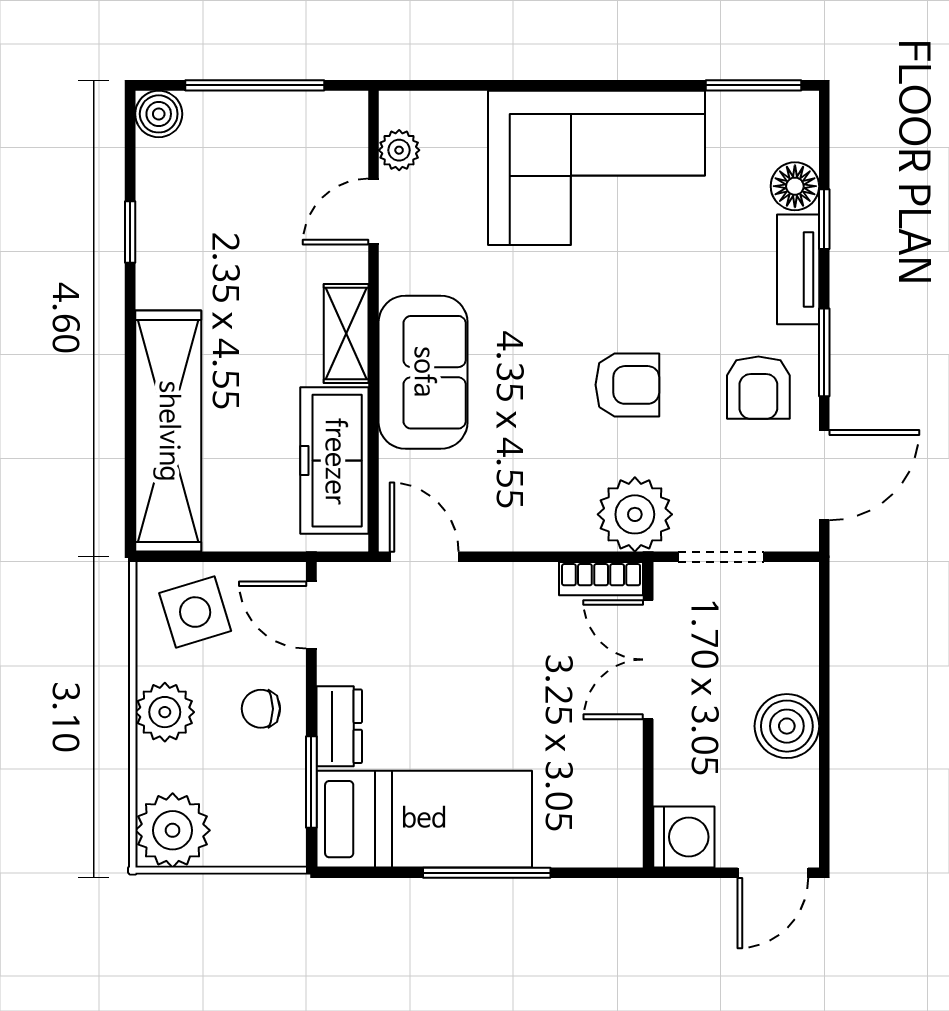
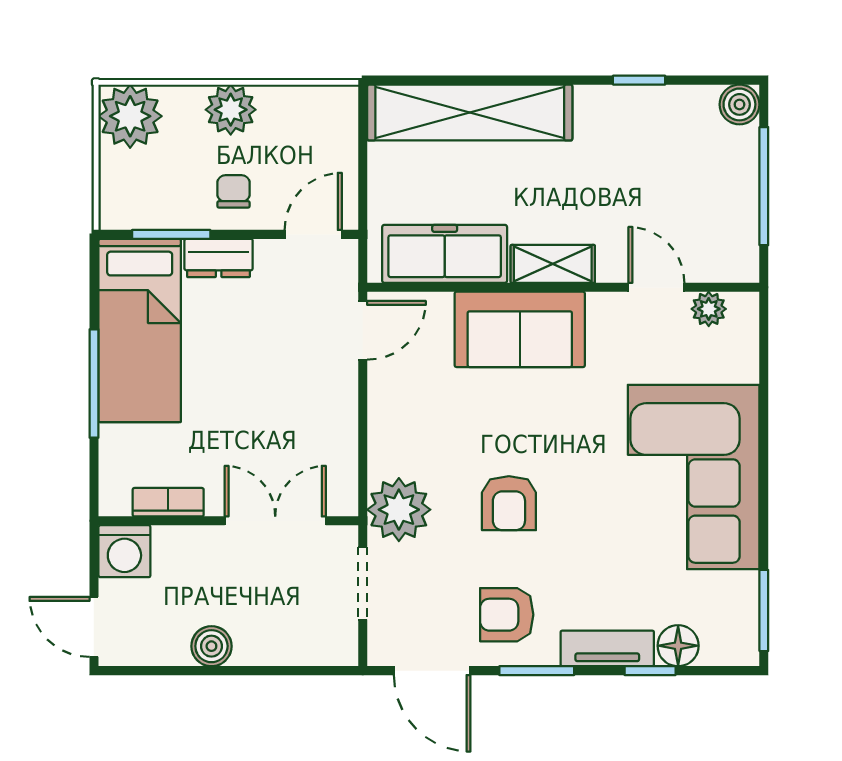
bookcase: (601, 579) -> (168, 502), moved, turned 90
side table: (195, 612) -> (316, 135), removed
boiler: (787, 726) -> (211, 646), width x0.73, depth x0.73

